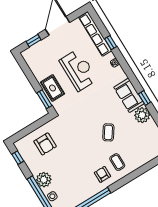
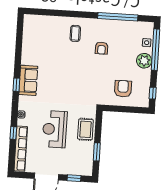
window: (145, 98) -> (16, 85), moved
window: (44, 99) -> (97, 152), moved
plant: (142, 115) -> (29, 57), removed
coffee table: (108, 132) -> (66, 62), removed
armchair: (102, 174) -> (102, 48), moved

